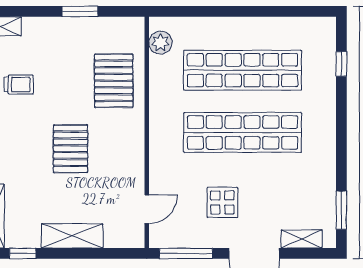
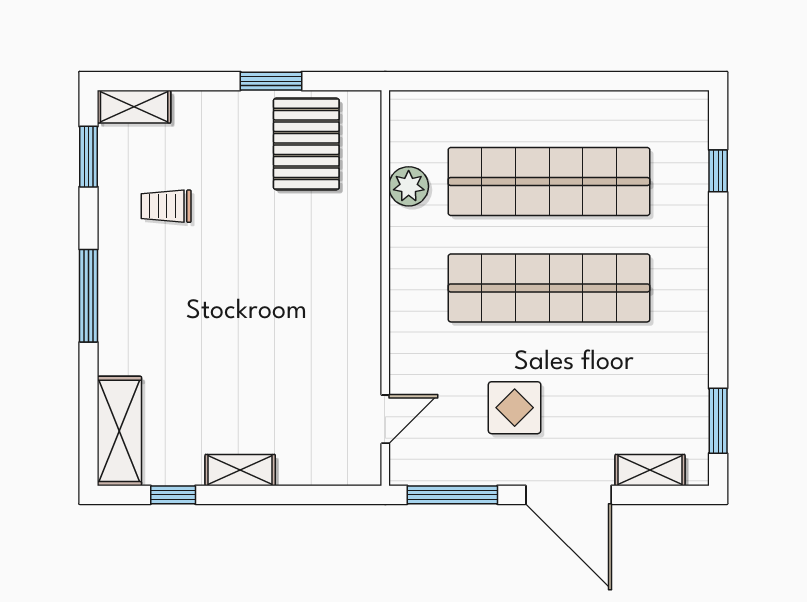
plant: (160, 43) -> (409, 186), moved
pallet: (114, 81) -> (306, 144), moved
trolley: (19, 85) -> (166, 206), turned 180
pallet: (70, 149) -> (255, 316), removed
shelving: (72, 236) -> (240, 470), width x0.67, depth x0.75

